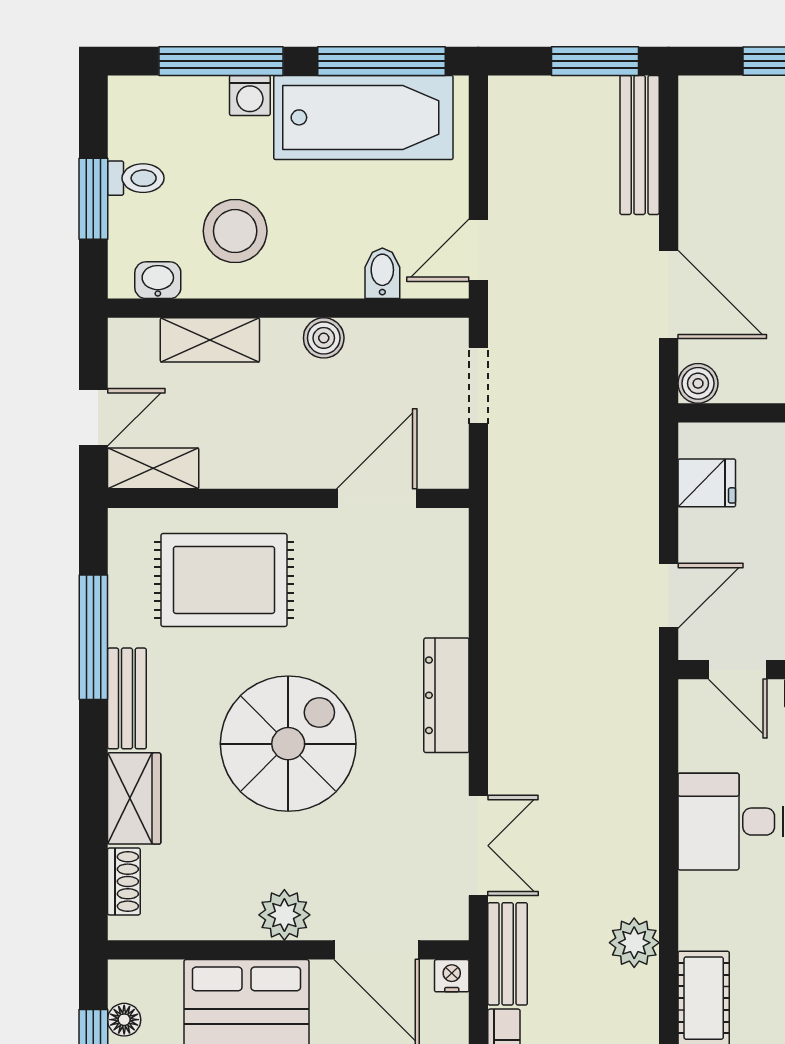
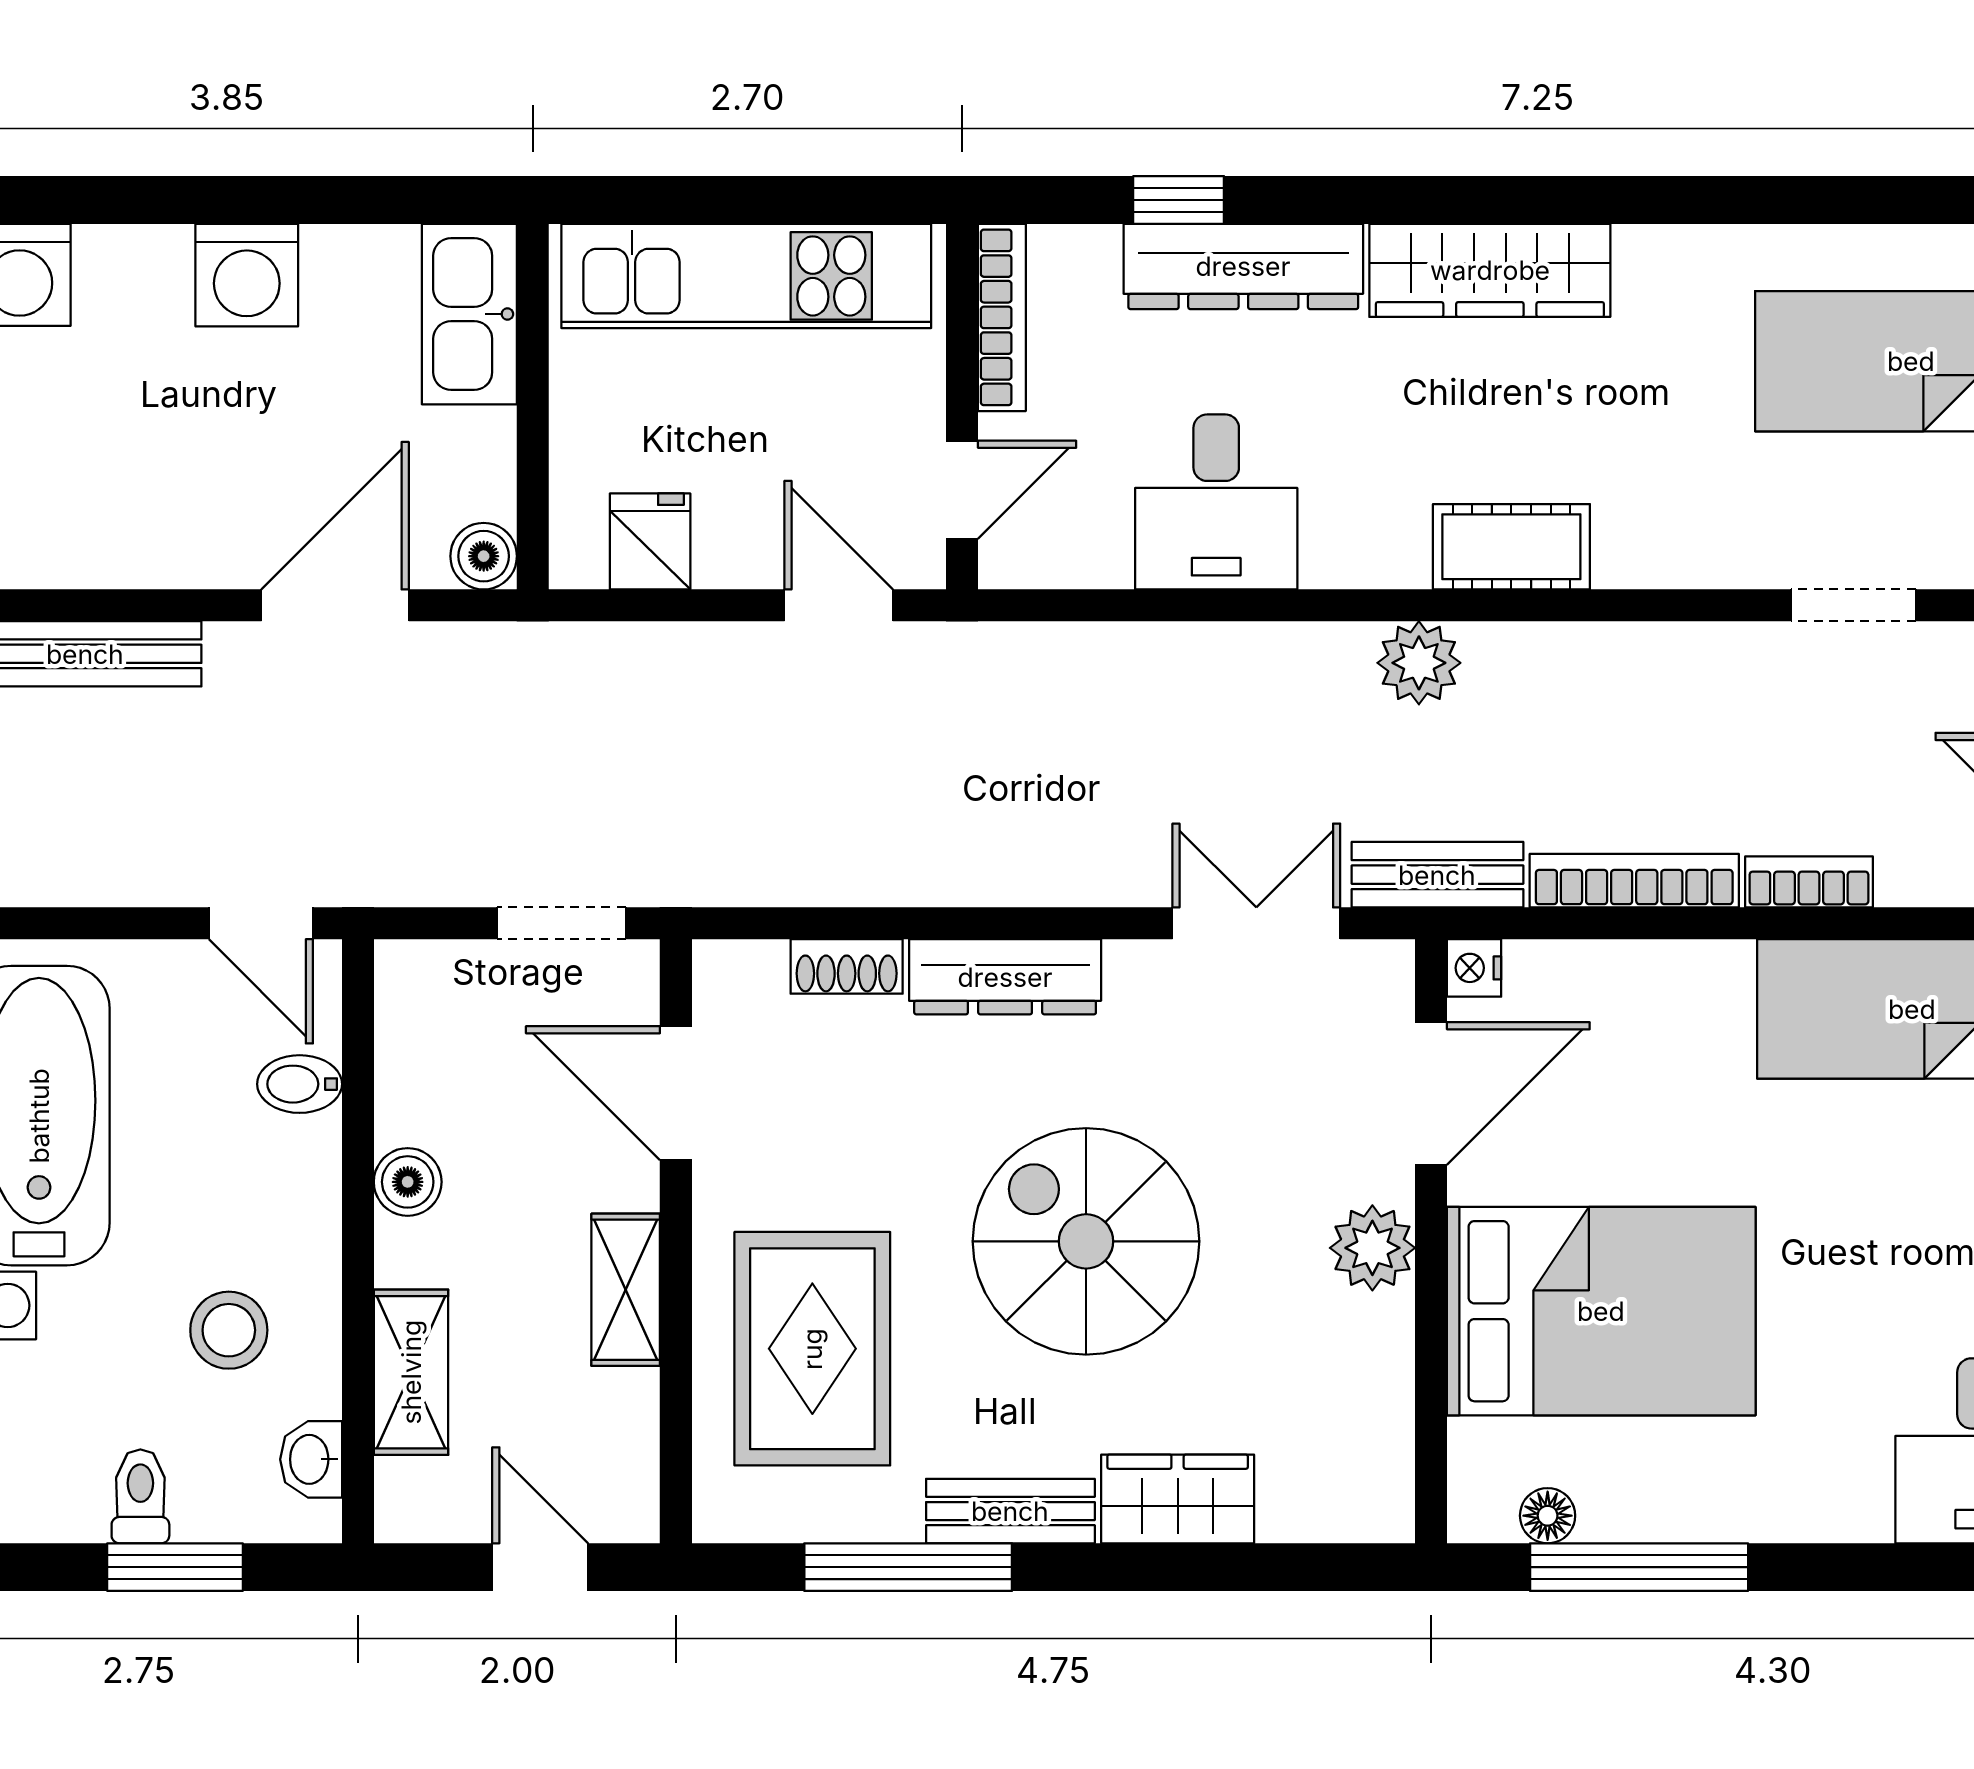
stool: (235, 231) -> (229, 1330), width x0.73, depth x0.73
doorway: (478, 386) -> (561, 923), moved
shelving: (153, 468) -> (626, 1290), moved
shoe rack: (124, 881) -> (847, 966), moved, turned 180

